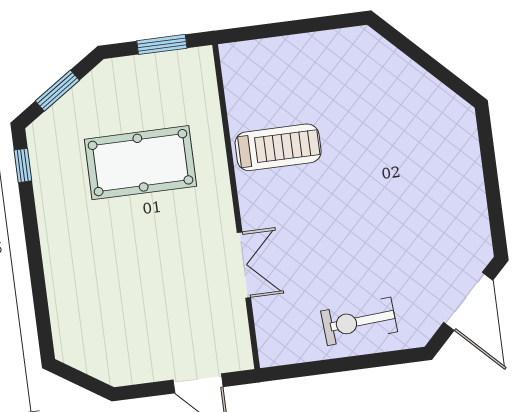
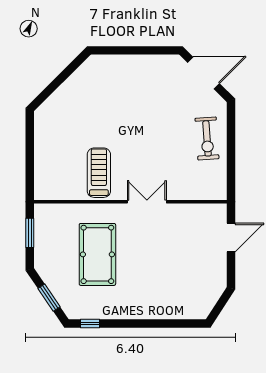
double door: (244, 265) -> (147, 202), moved

